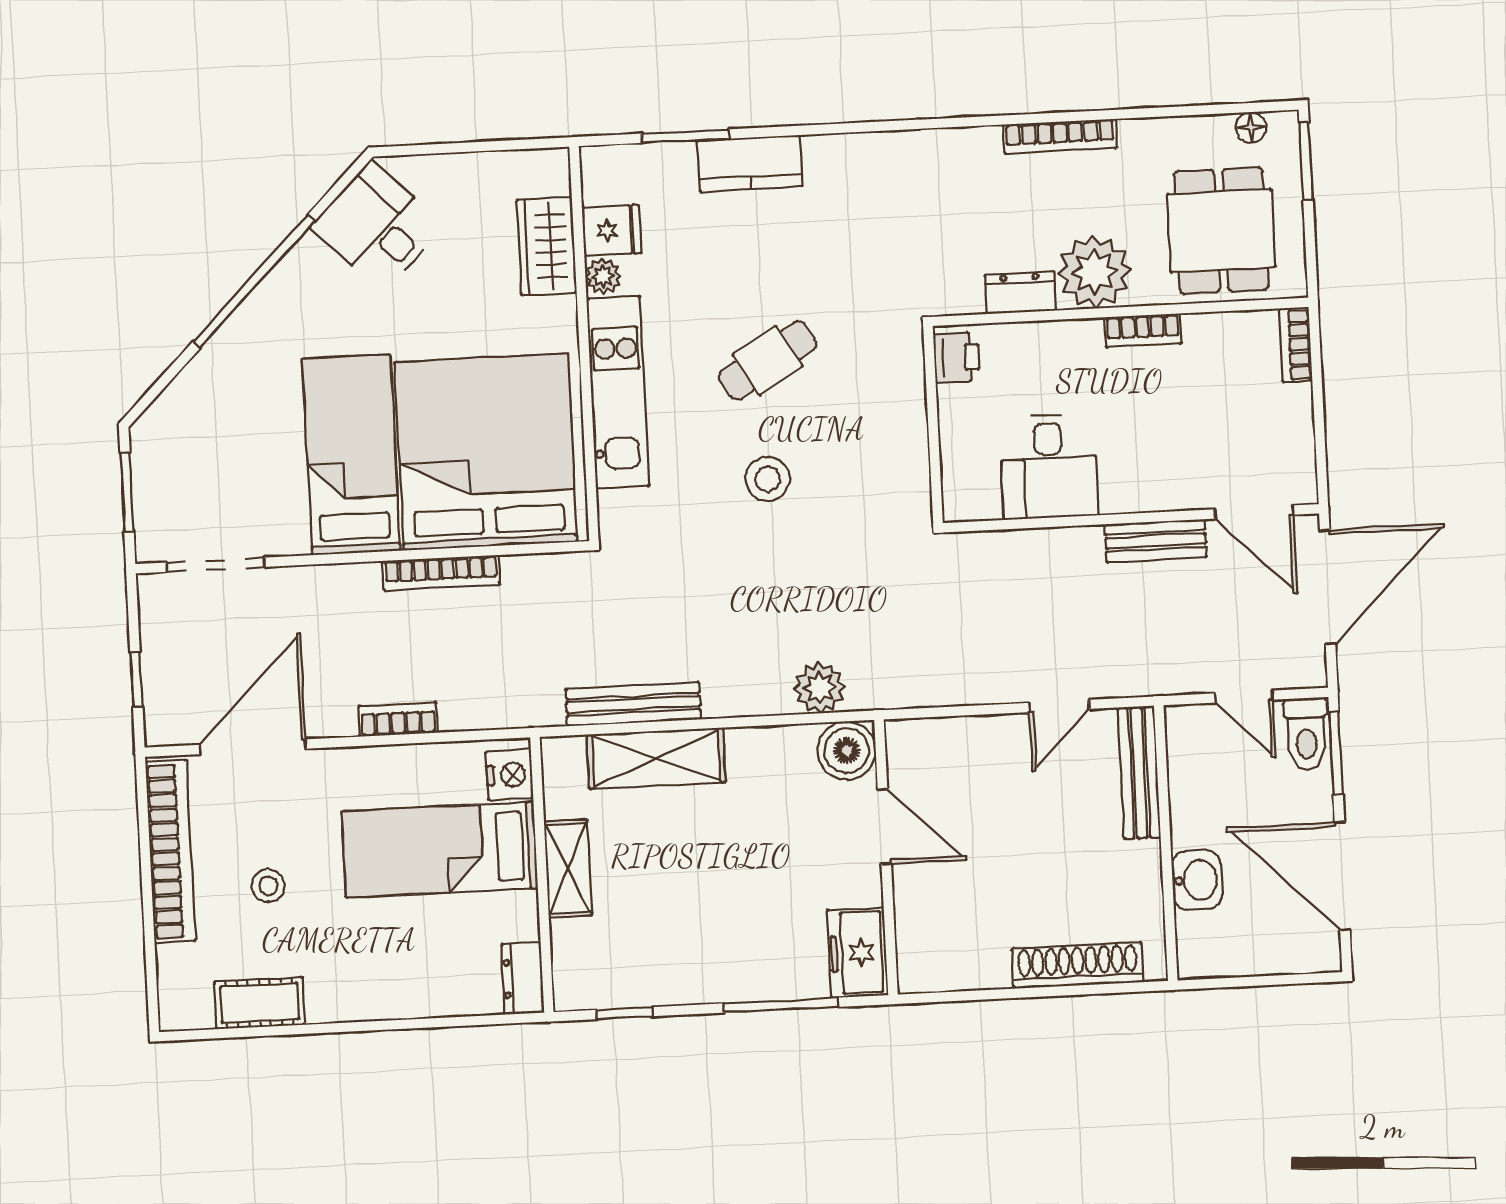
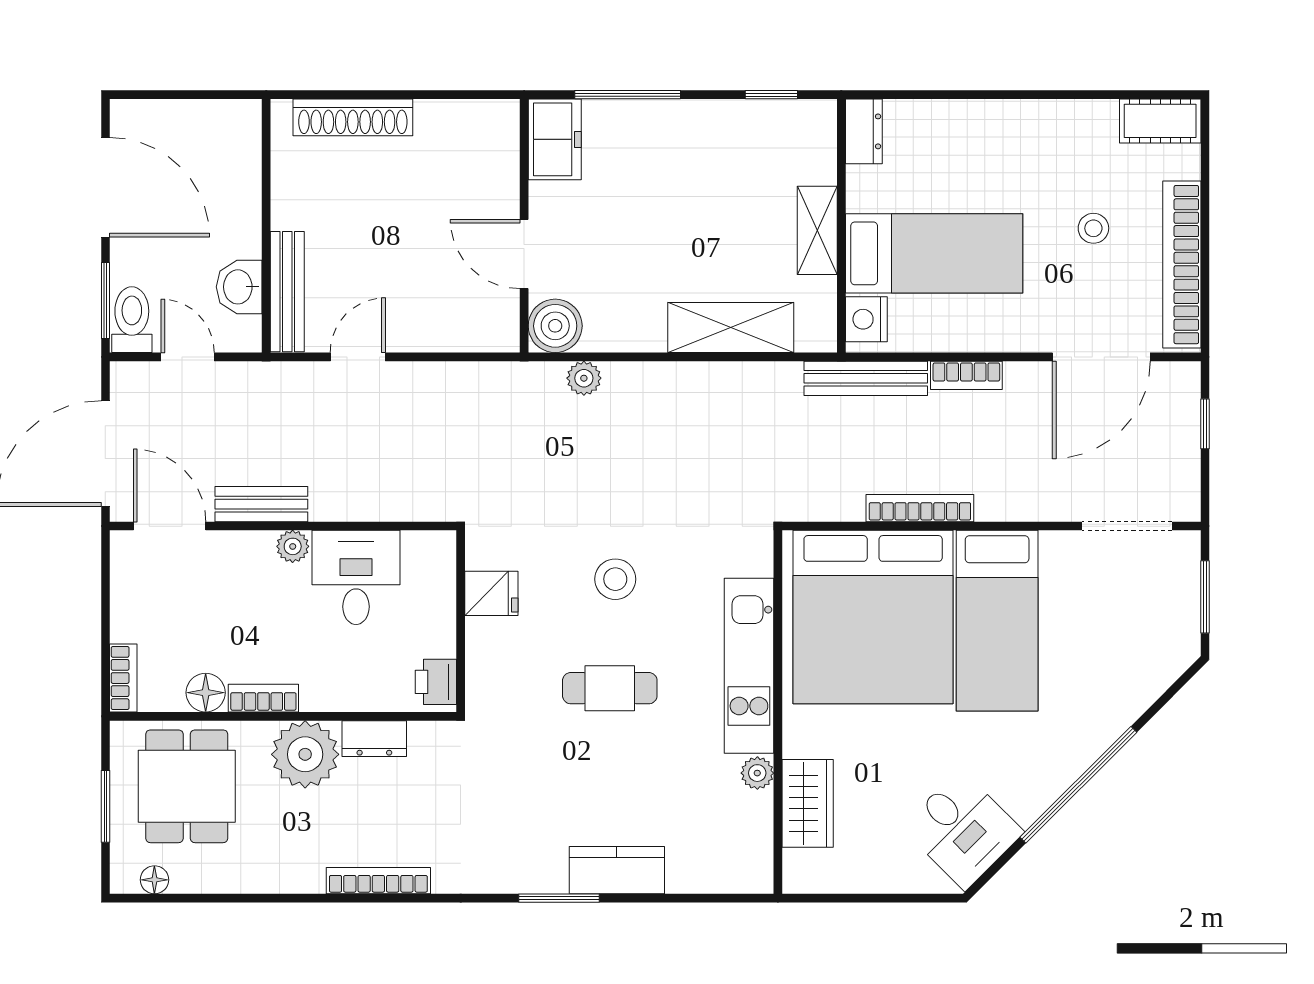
window: (685, 136) -> (559, 898), moved
bookcase: (1060, 136) -> (378, 881), moved
window: (1306, 161) -> (105, 806), moved
fridge: (612, 230) -> (491, 593), moved, turned 180
floor lamp: (1206, 333) -> (206, 693), added
cafe table: (768, 360) -> (610, 688), turned 31
plant: (1119, 497) -> (293, 546), added
plant: (819, 688) -> (584, 378), width x0.73, depth x0.73
bench: (633, 704) -> (866, 378), moved
washbasin: (1197, 880) -> (239, 287), moved
cot: (259, 1003) -> (1160, 121), moved

